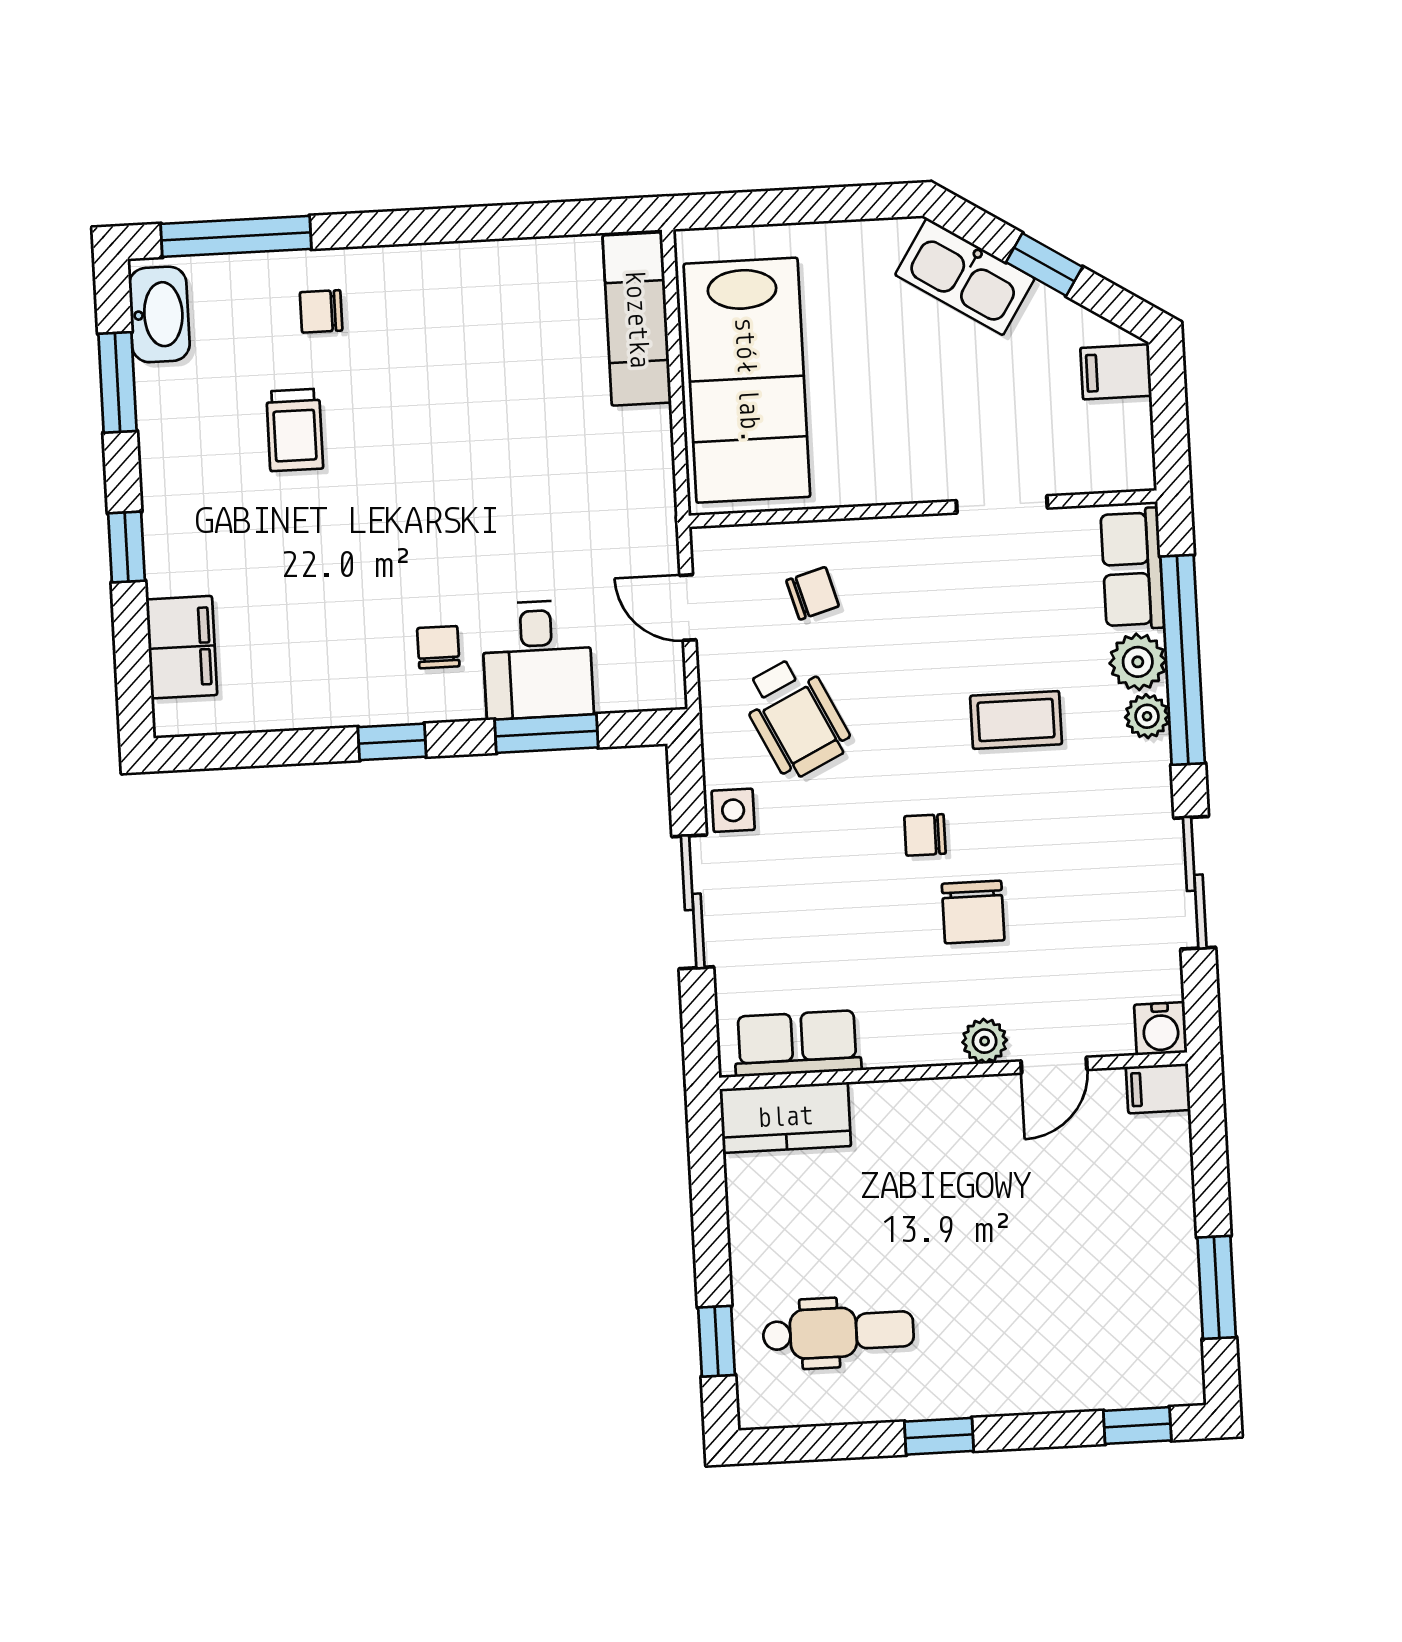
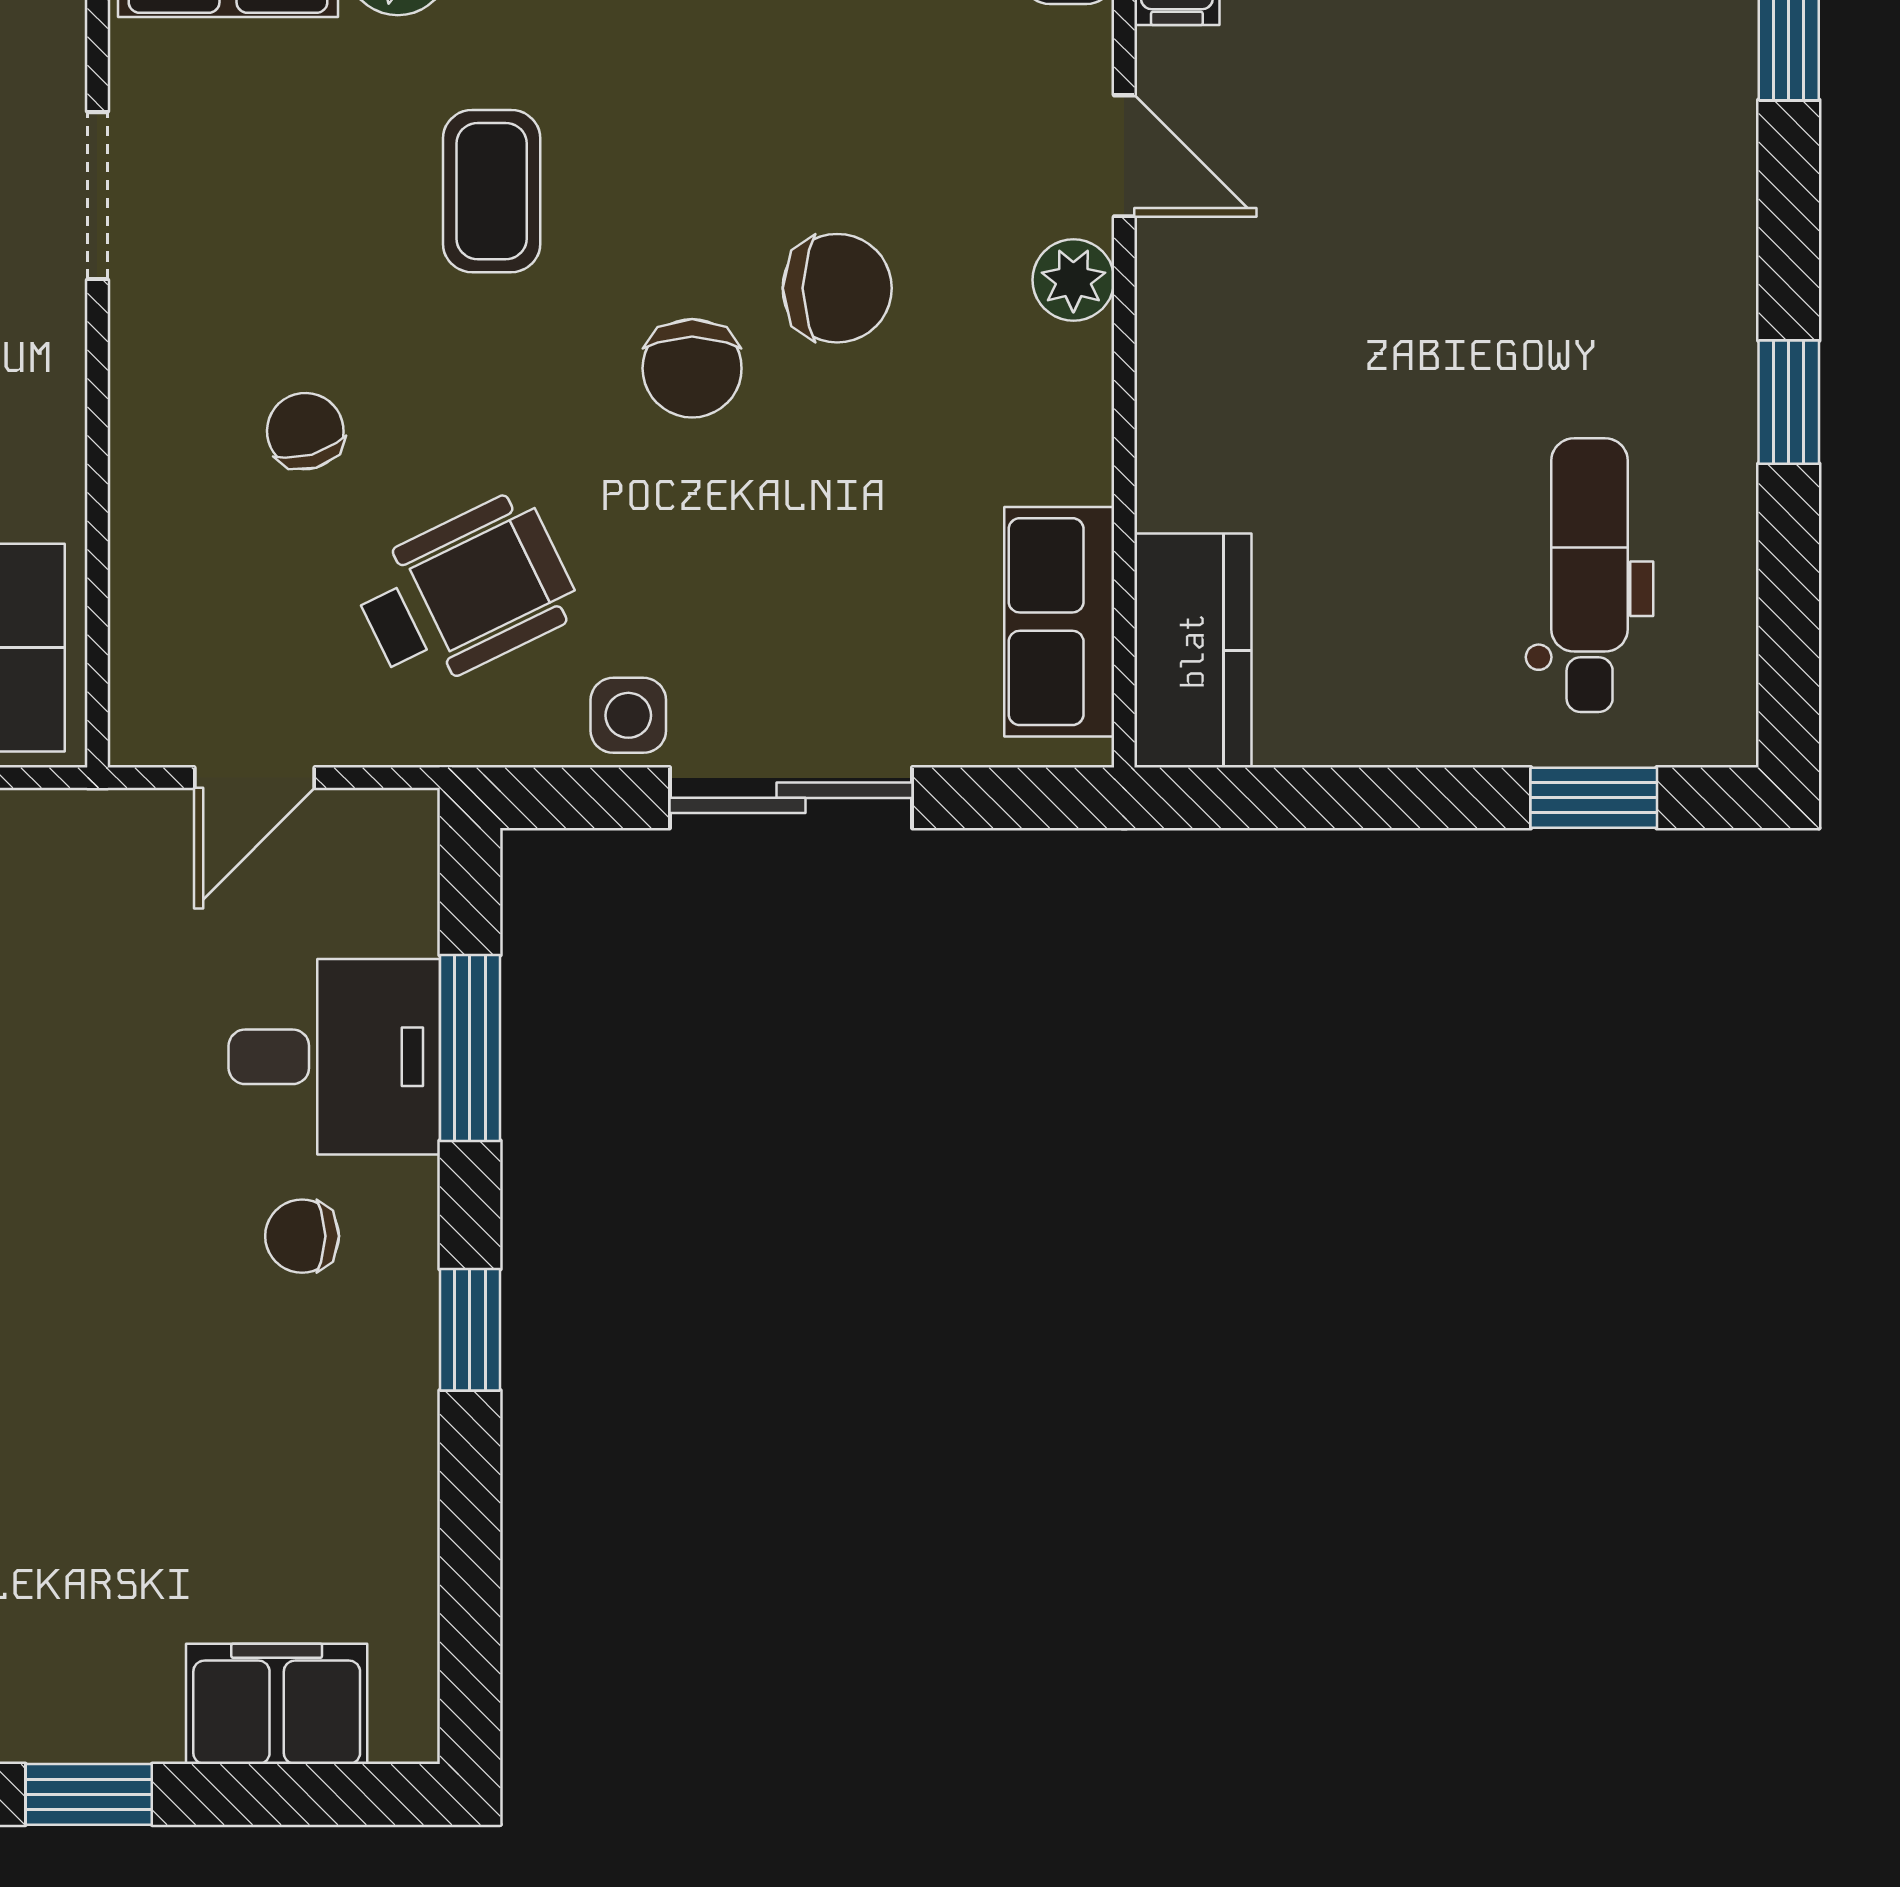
chair: (813, 593) -> (305, 431), moved
chair: (925, 835) -> (692, 368), width x1.37, depth x1.37

